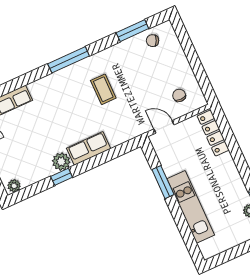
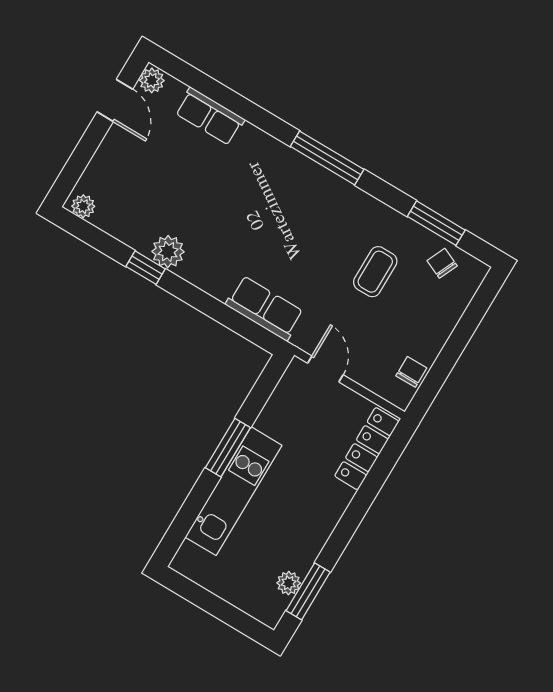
coffee table: (103, 89) -> (375, 272), moved
chair: (179, 95) -> (411, 372), moved
row of seats: (89, 148) -> (265, 308), moved
window: (163, 182) -> (228, 448), moved

